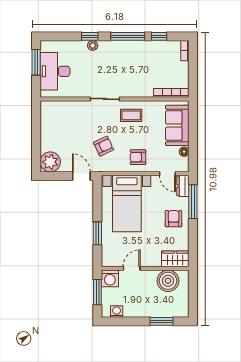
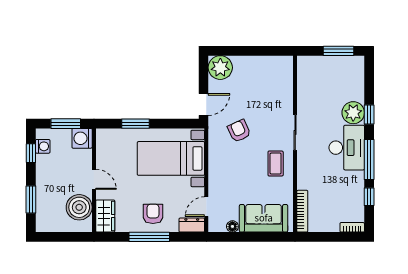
plant: (93, 46) -> (353, 113), width x1.88, depth x1.88
desk: (55, 71) -> (347, 148), moved, turned 90
armchair: (104, 146) -> (239, 131), turned 180
armchair: (138, 157) -> (226, 172), removed
window: (193, 202) -> (149, 237), moved
armchair: (174, 219) -> (153, 214), turned -90
door: (132, 268) -> (94, 179), moved
window: (122, 321) -> (31, 153), added

